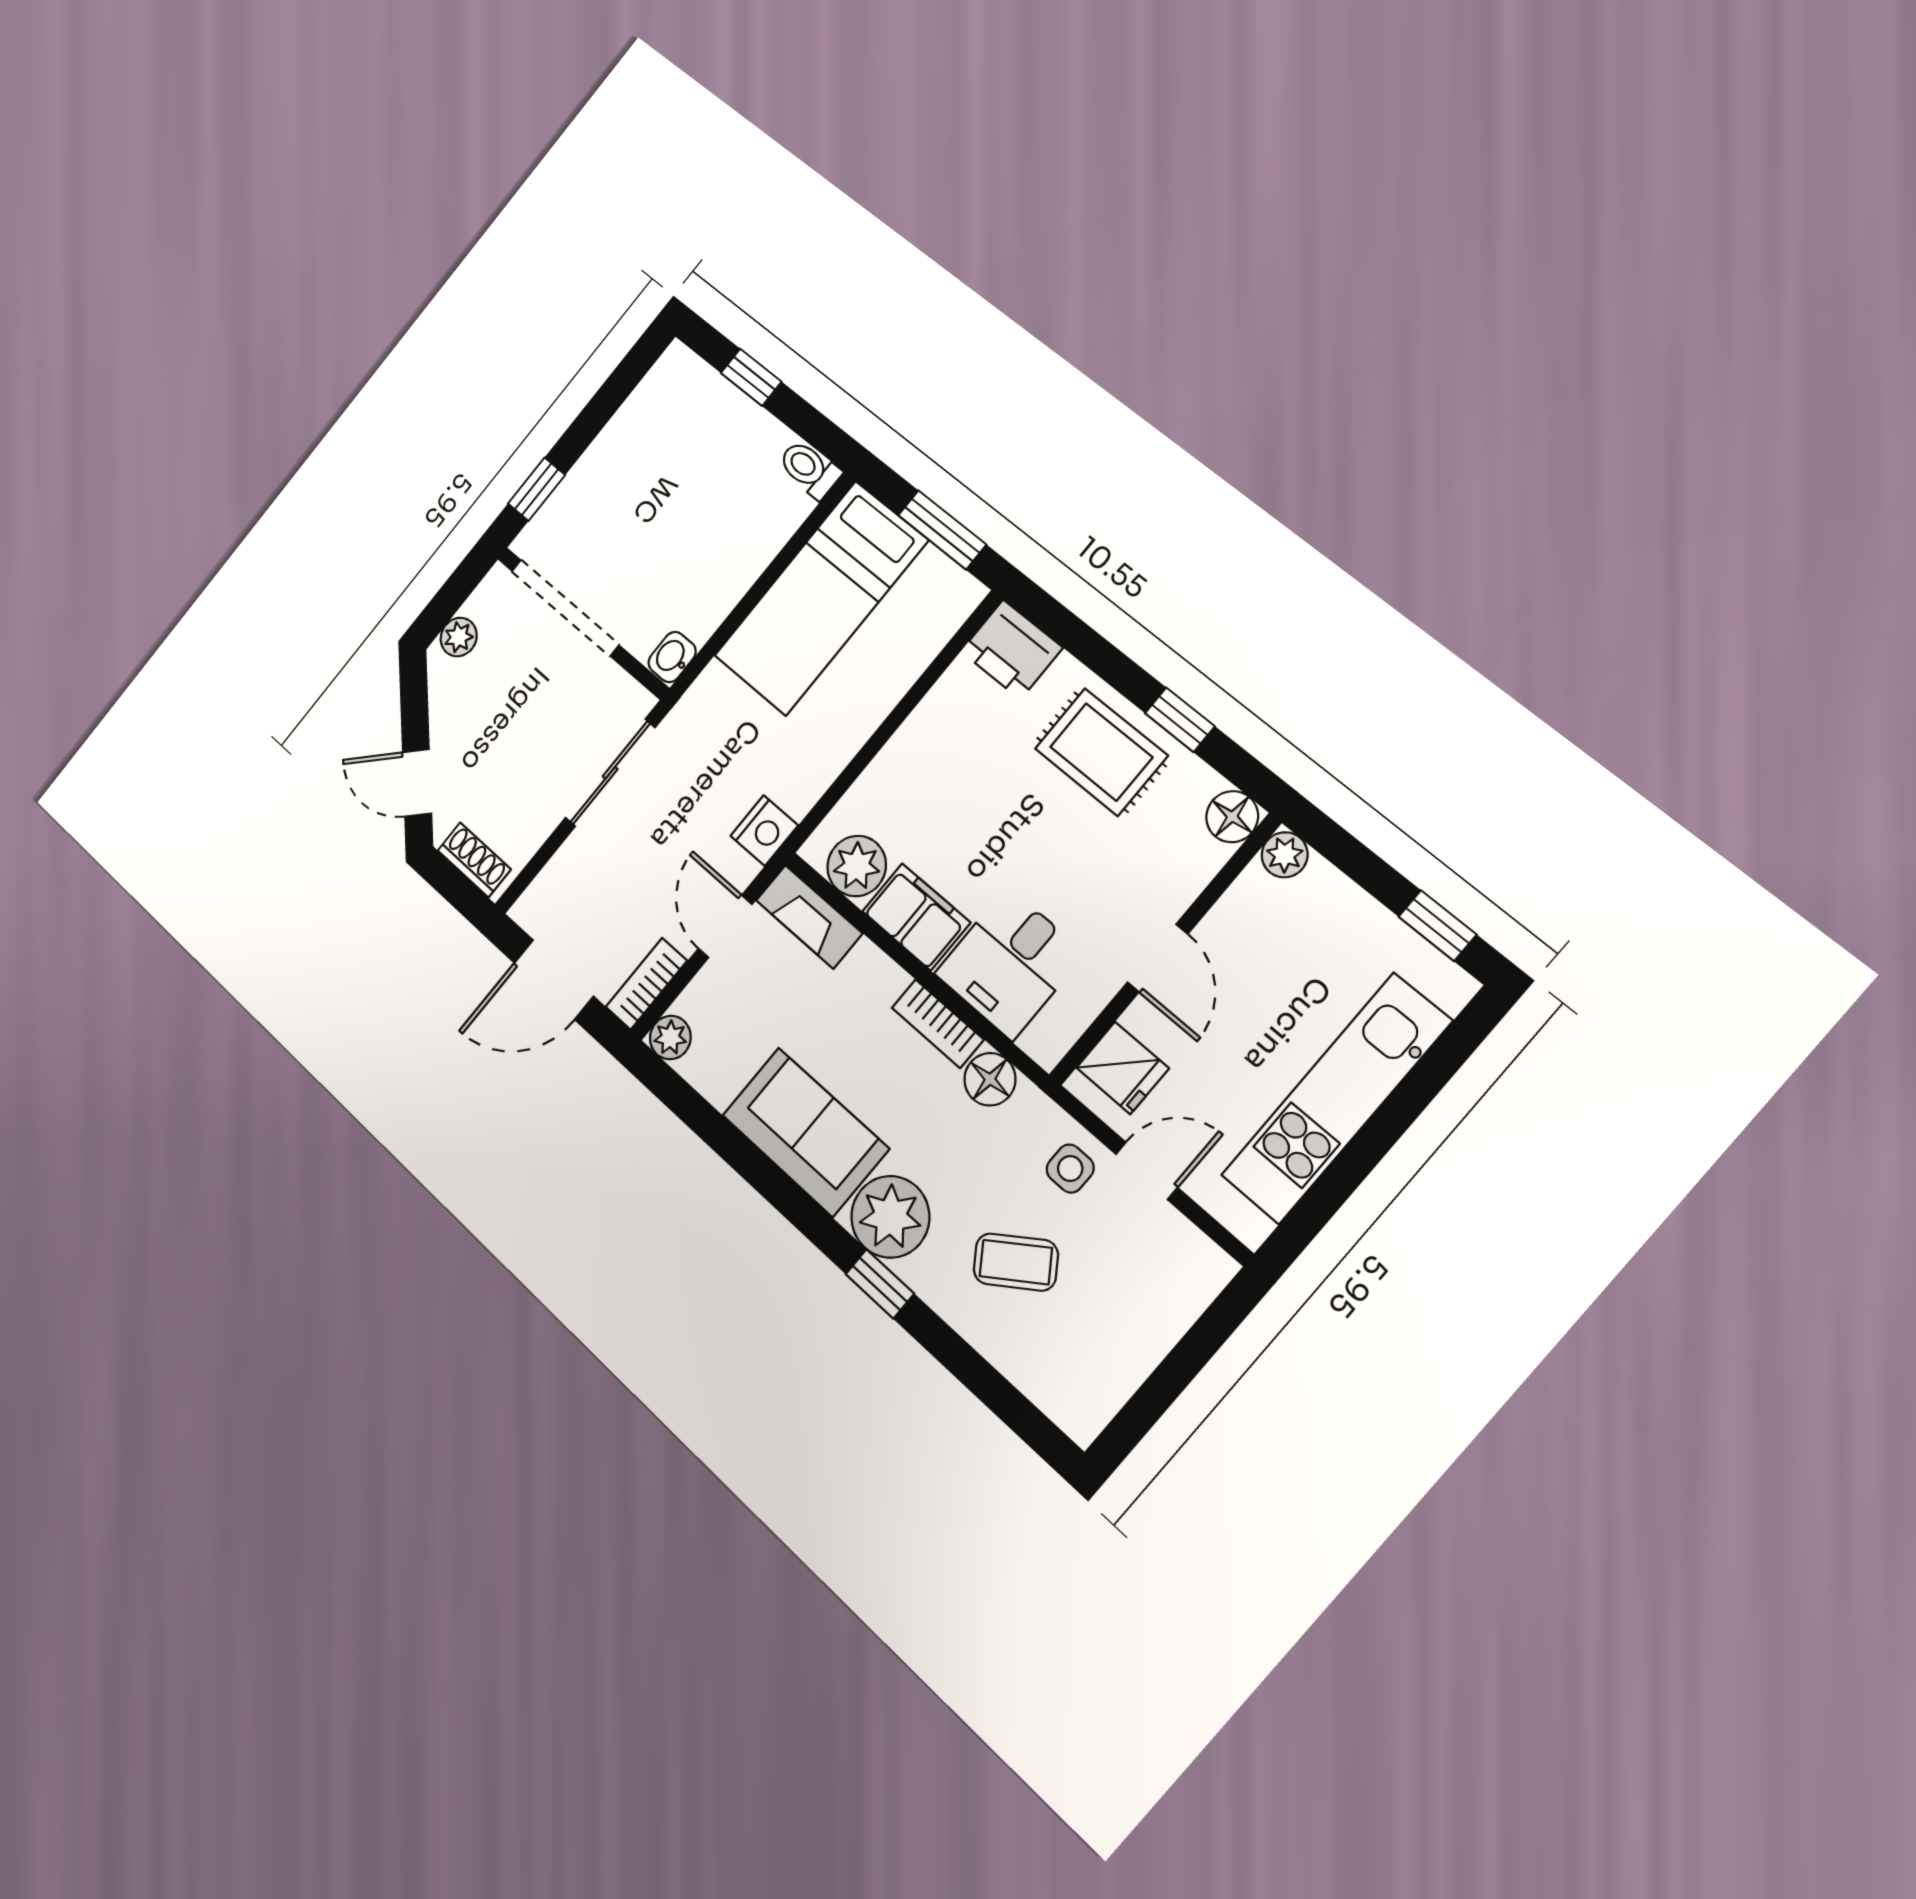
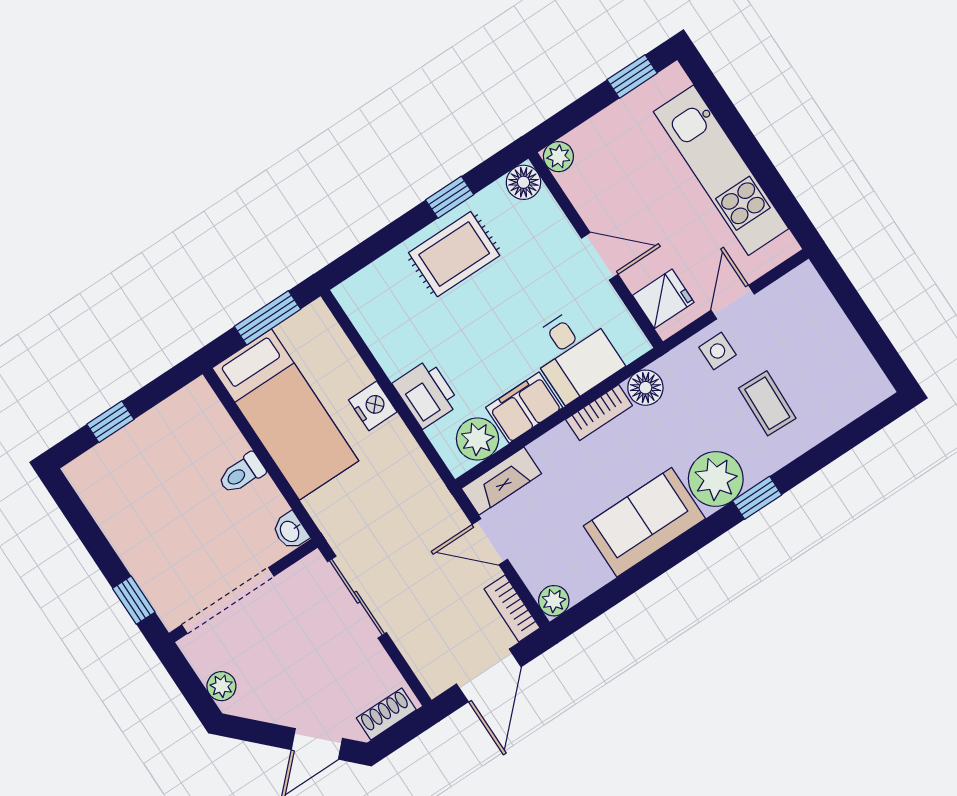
toilet: (809, 469) -> (242, 474), moved
printer: (1012, 650) -> (426, 394), moved, turned -90
nightstand: (764, 831) -> (373, 406), moved
coffee table: (1016, 1262) -> (767, 403), turned -53

